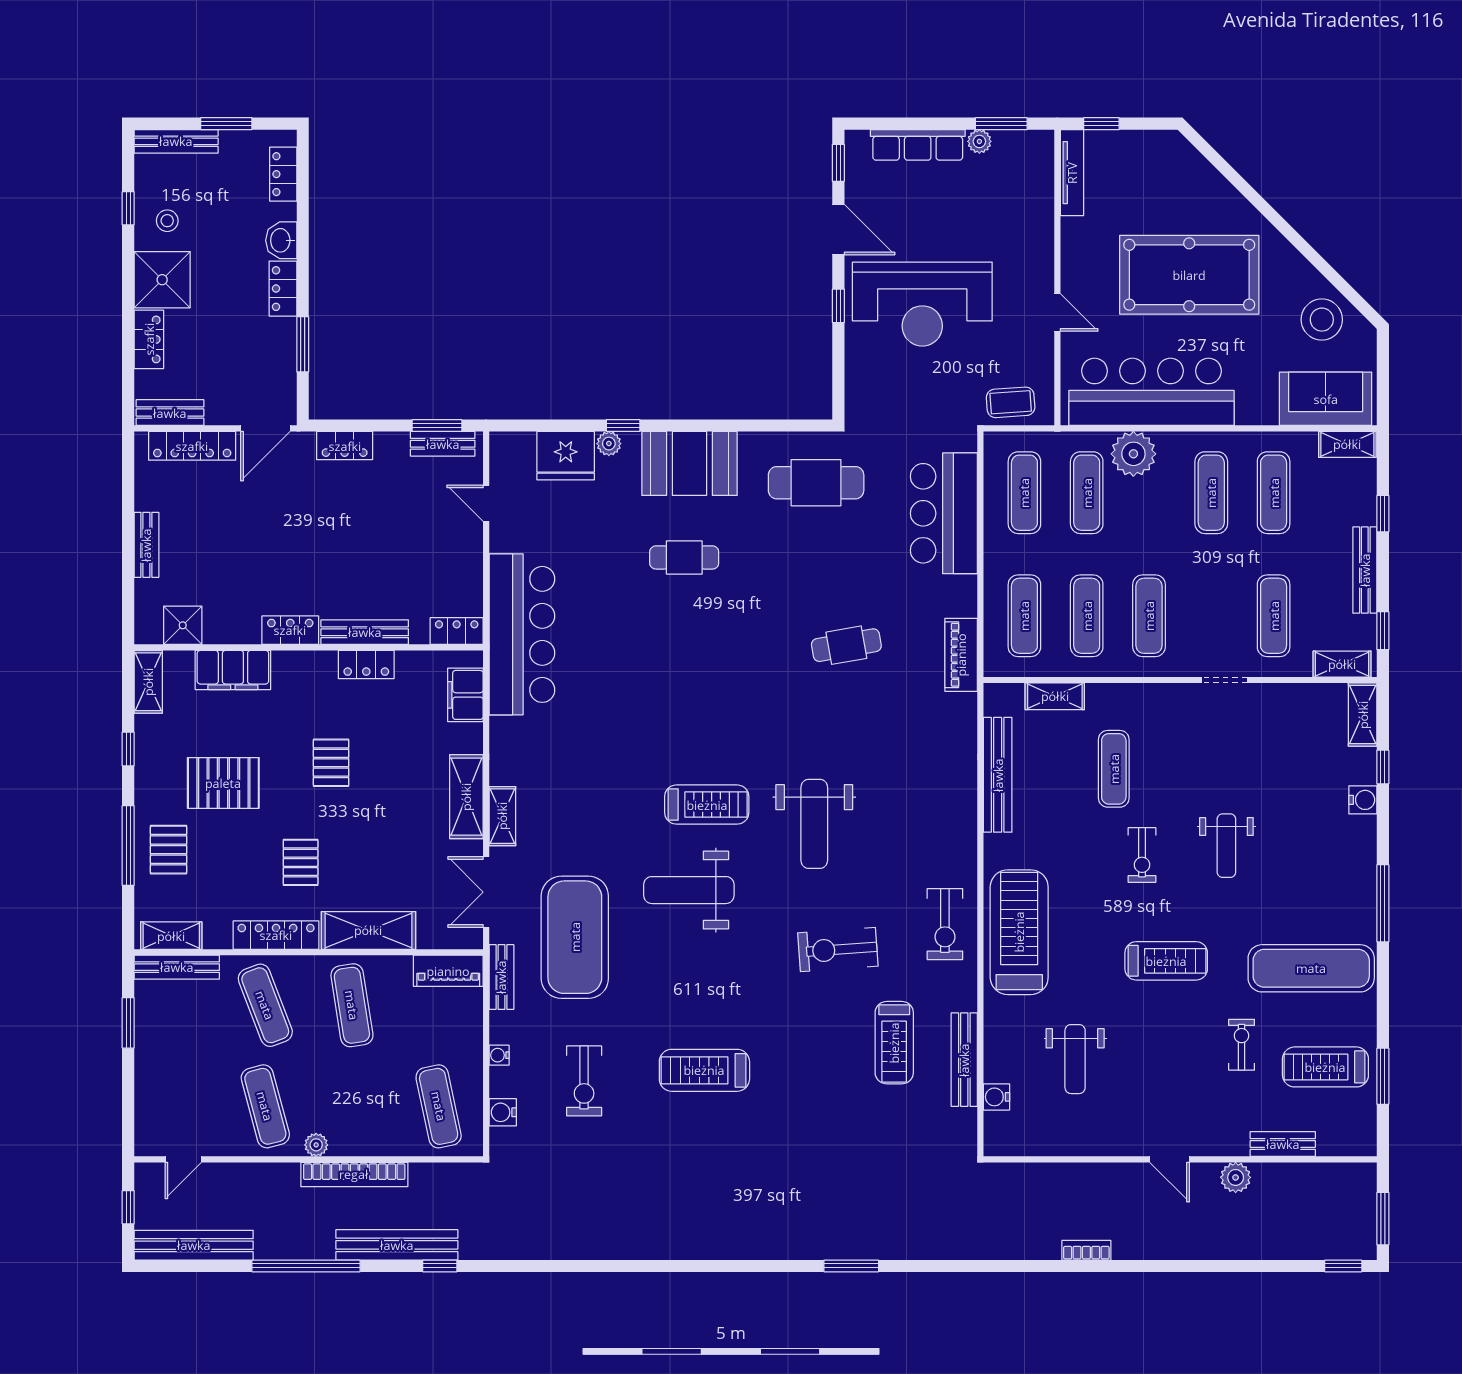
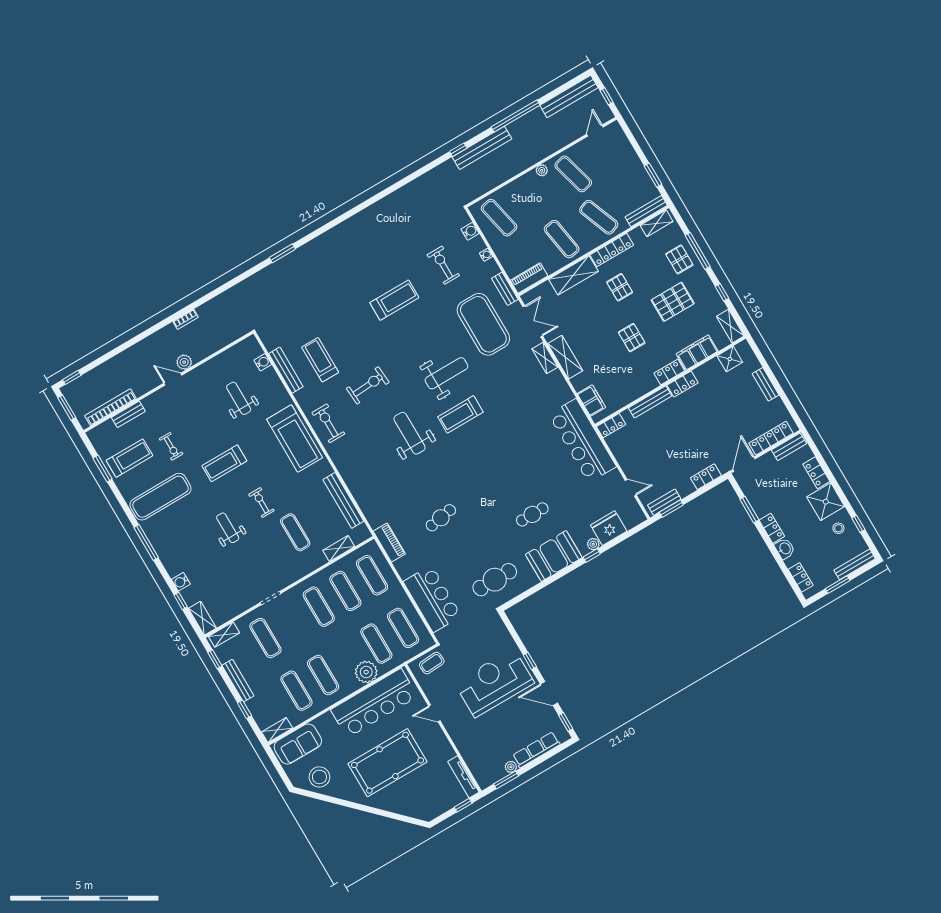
locker: (366, 664) -> (669, 372), moved
bookcase: (354, 1174) -> (110, 407), moved
plant: (1236, 1177) -> (184, 362), moved

